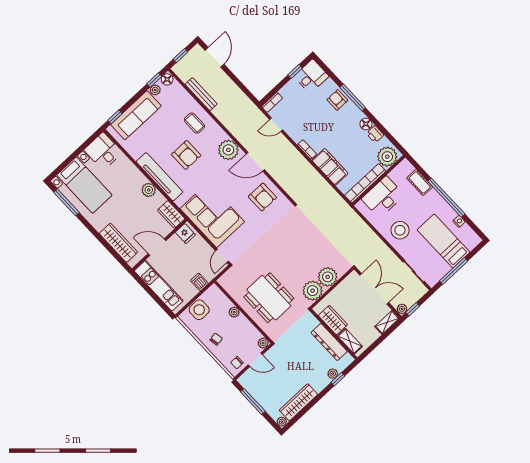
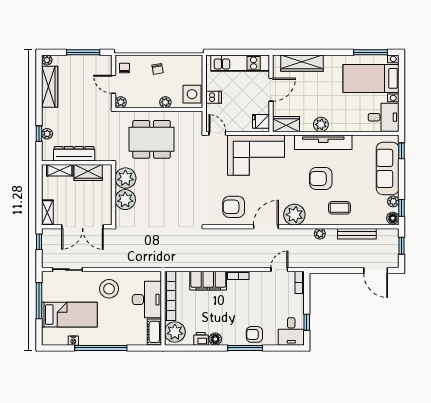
armchair: (337, 100) -> (254, 334), turned 180
cot: (420, 182) -> (154, 332), moved, turned 90
plant: (402, 309) -> (320, 234), moved
side table: (199, 310) -> (192, 94), moved
door: (255, 360) -> (114, 84), hinge flipped

